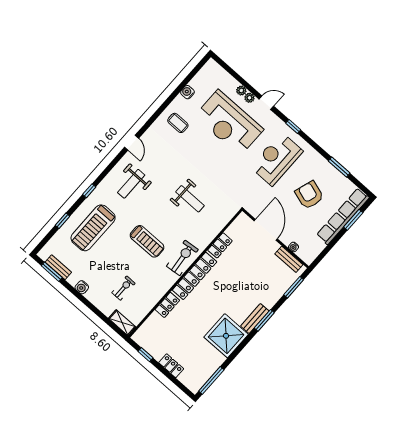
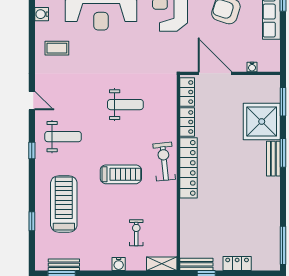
weight bench: (131, 184) -> (63, 137), turned -90
window: (89, 191) -> (32, 151), moved
treadmill: (93, 228) -> (64, 204), turned 180
bench: (289, 259) -> (196, 264), moved
water cooler: (82, 287) -> (119, 264), moved
locker: (167, 305) -> (187, 92), moved
shower: (226, 336) -> (262, 121), moved

